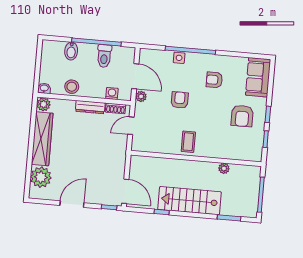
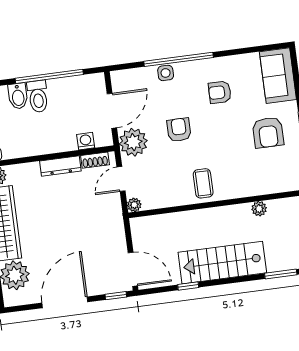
toilet: (104, 56) -> (38, 96), moved
door: (135, 76) -> (112, 111), hinge flipped
stool: (72, 87) -> (29, 144), removed
plant: (141, 96) -> (133, 142), width x1.88, depth x1.88
plant: (136, 146) -> (134, 205), added
door: (72, 204) -> (65, 302), width x1.36

